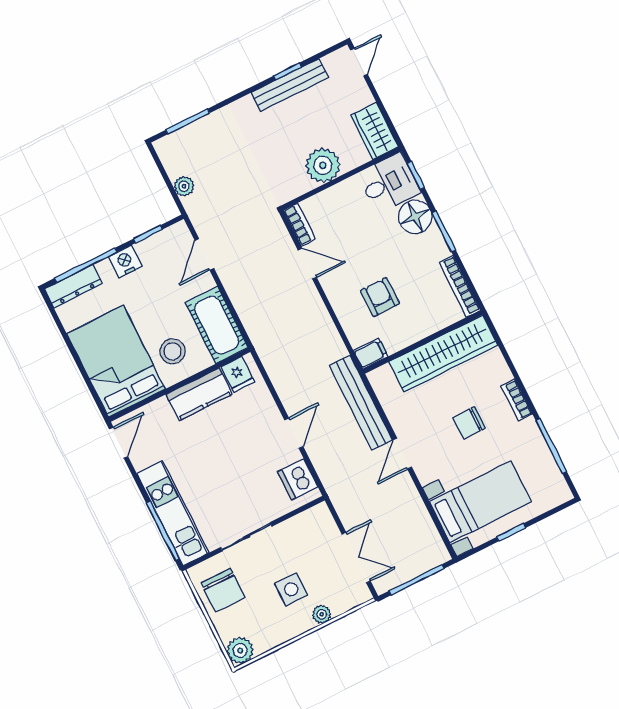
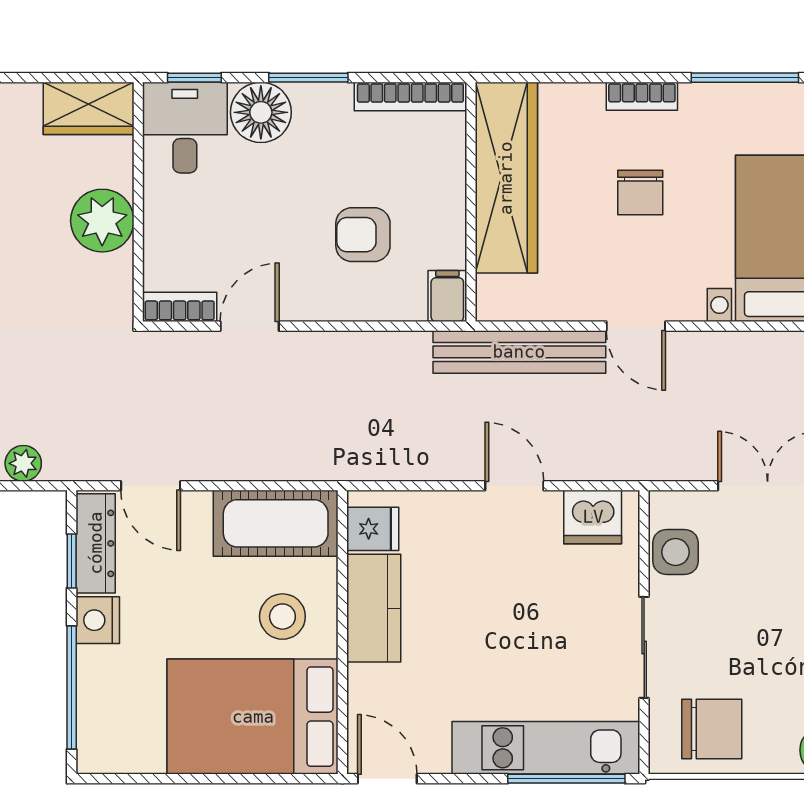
dresser: (73, 286) -> (96, 543), moved
side table: (291, 589) -> (675, 552), moved

